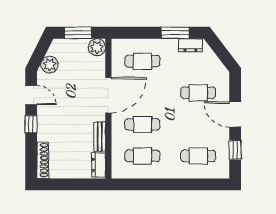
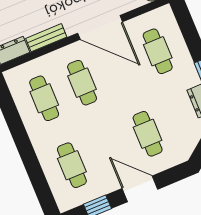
door: (235, 115) -> (140, 189), hinge flipped

